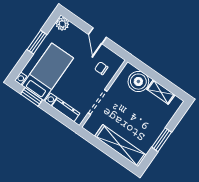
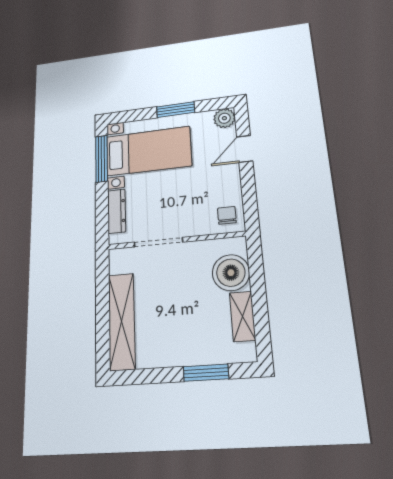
door: (97, 36) -> (245, 149), moved
chair: (101, 68) -> (227, 215), moved
window: (32, 97) -> (102, 159), width x1.44
window: (162, 140) -> (206, 373), moved

